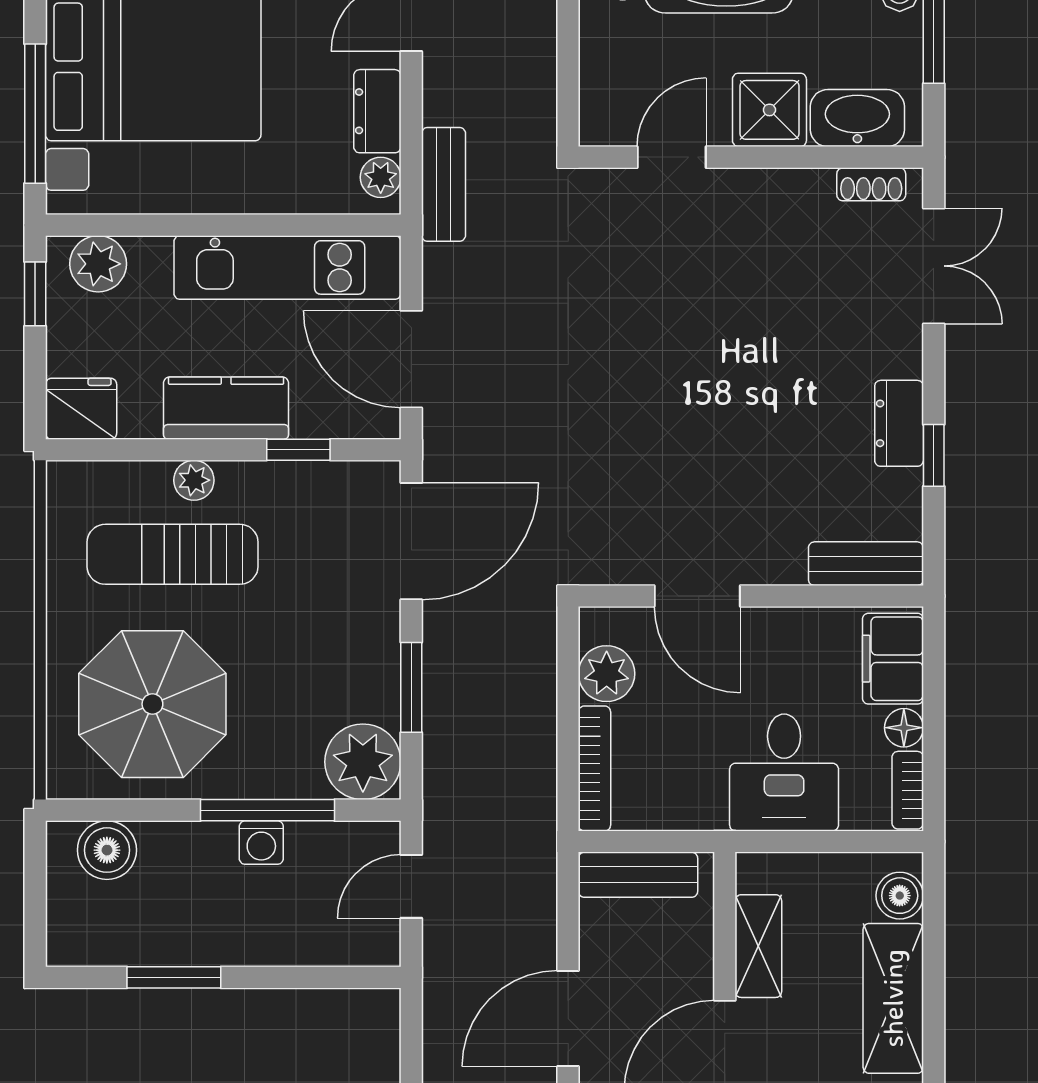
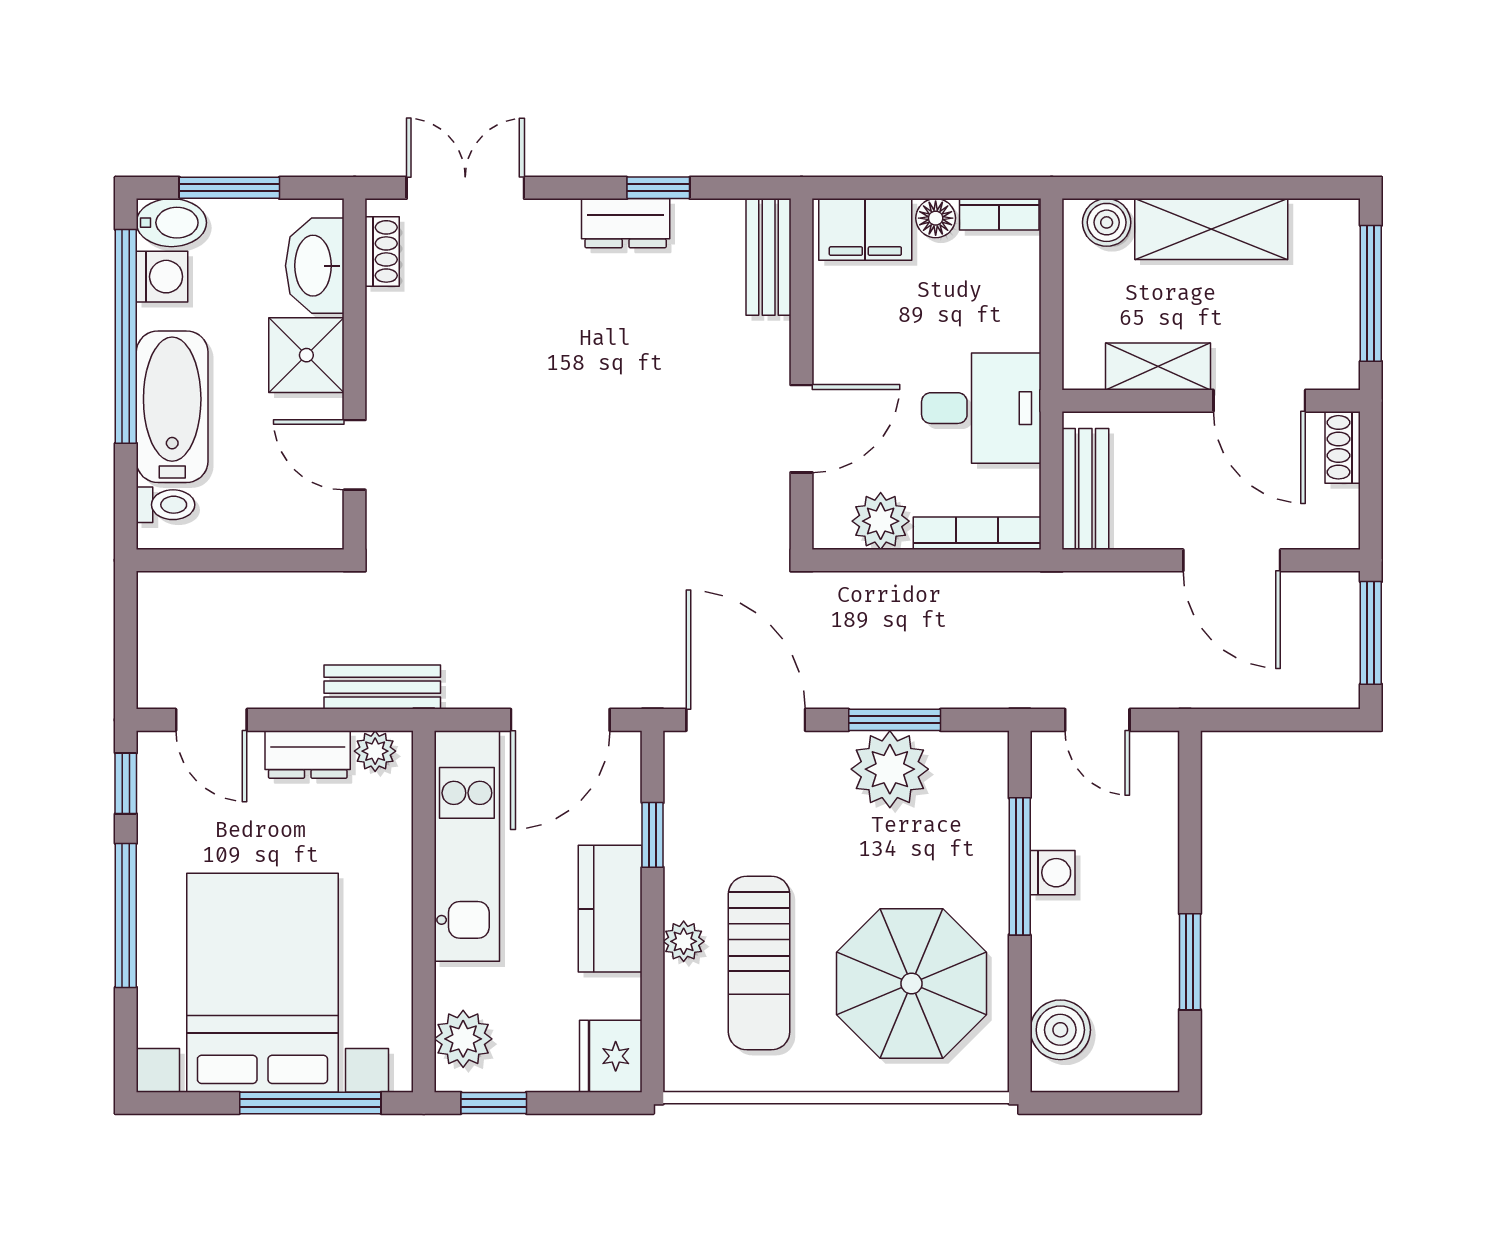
plant: (363, 762) -> (890, 769), moved
desk: (784, 773) -> (981, 408), moved

